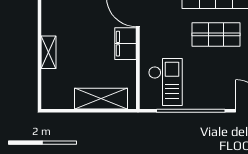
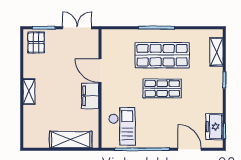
shelving: (49, 52) -> (29, 91), moved

